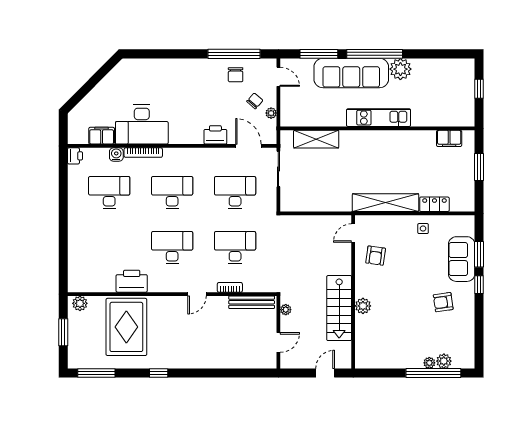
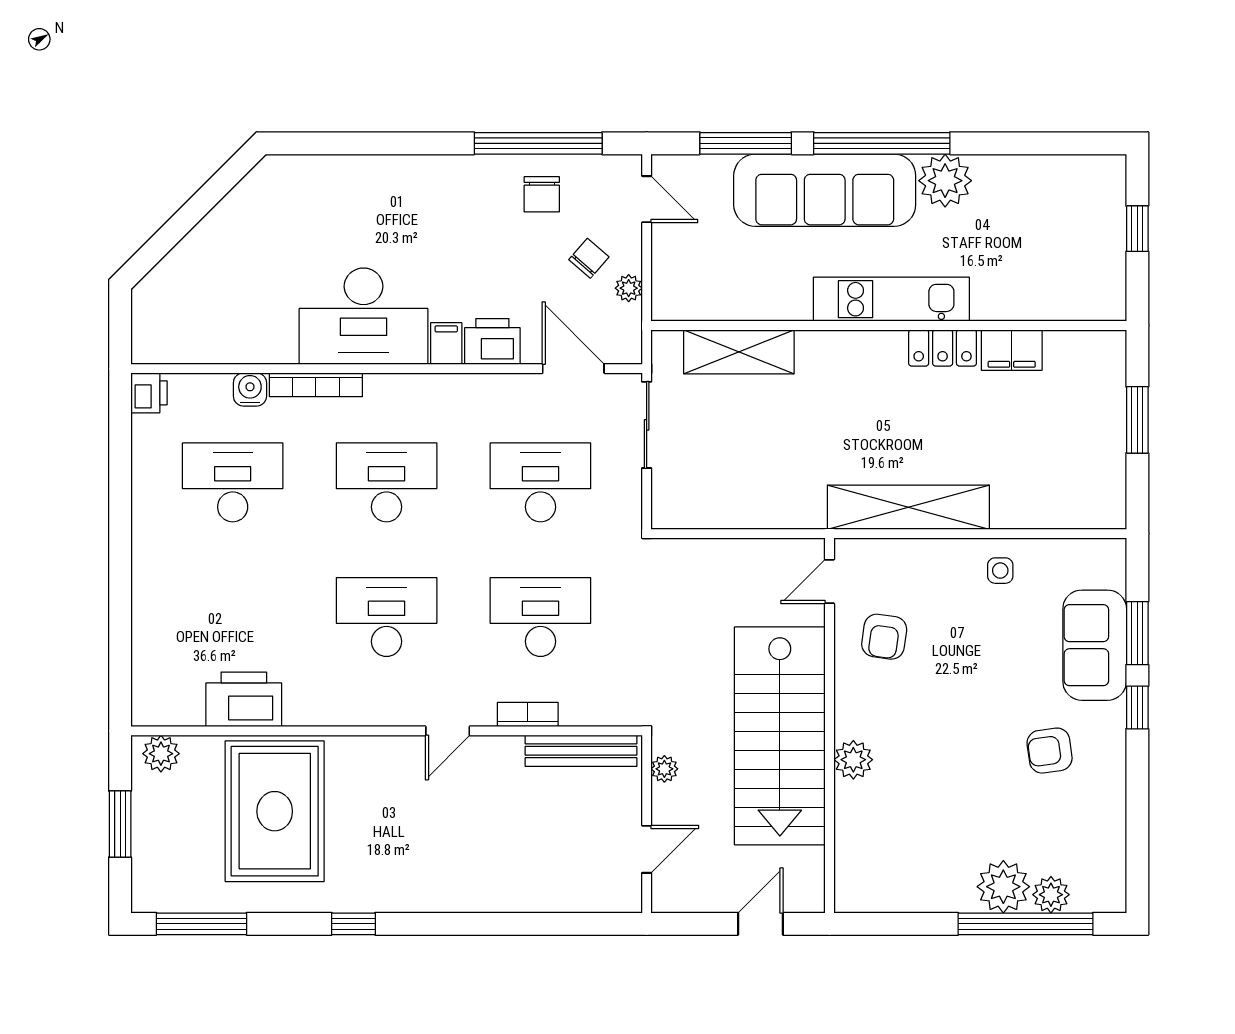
desk: (142, 125) -> (364, 316), moved
filing cabinet: (102, 136) -> (446, 343), moved, width x0.50
filing cabinet: (449, 138) -> (1012, 350), moved
locker: (434, 204) -> (943, 348), moved, turned 180
printer: (132, 281) -> (244, 699), moved
stairs: (339, 308) -> (780, 736), width x1.36, depth x1.51
plant: (429, 363) -> (1003, 887), width x1.87, depth x1.87

